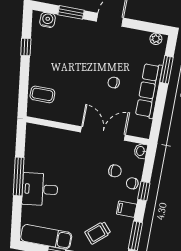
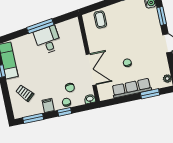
desk: (40, 189) -> (48, 40), moved

